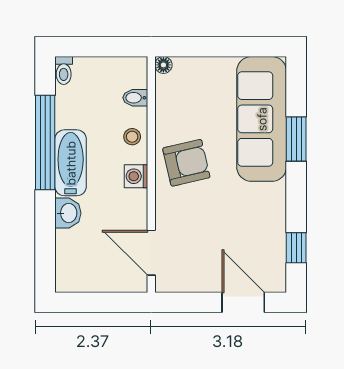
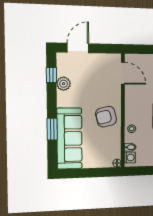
washing machine: (136, 176) -> (130, 158), moved
plant: (272, 230) -> (64, 84), added
door: (243, 302) -> (78, 48), swing flipped

